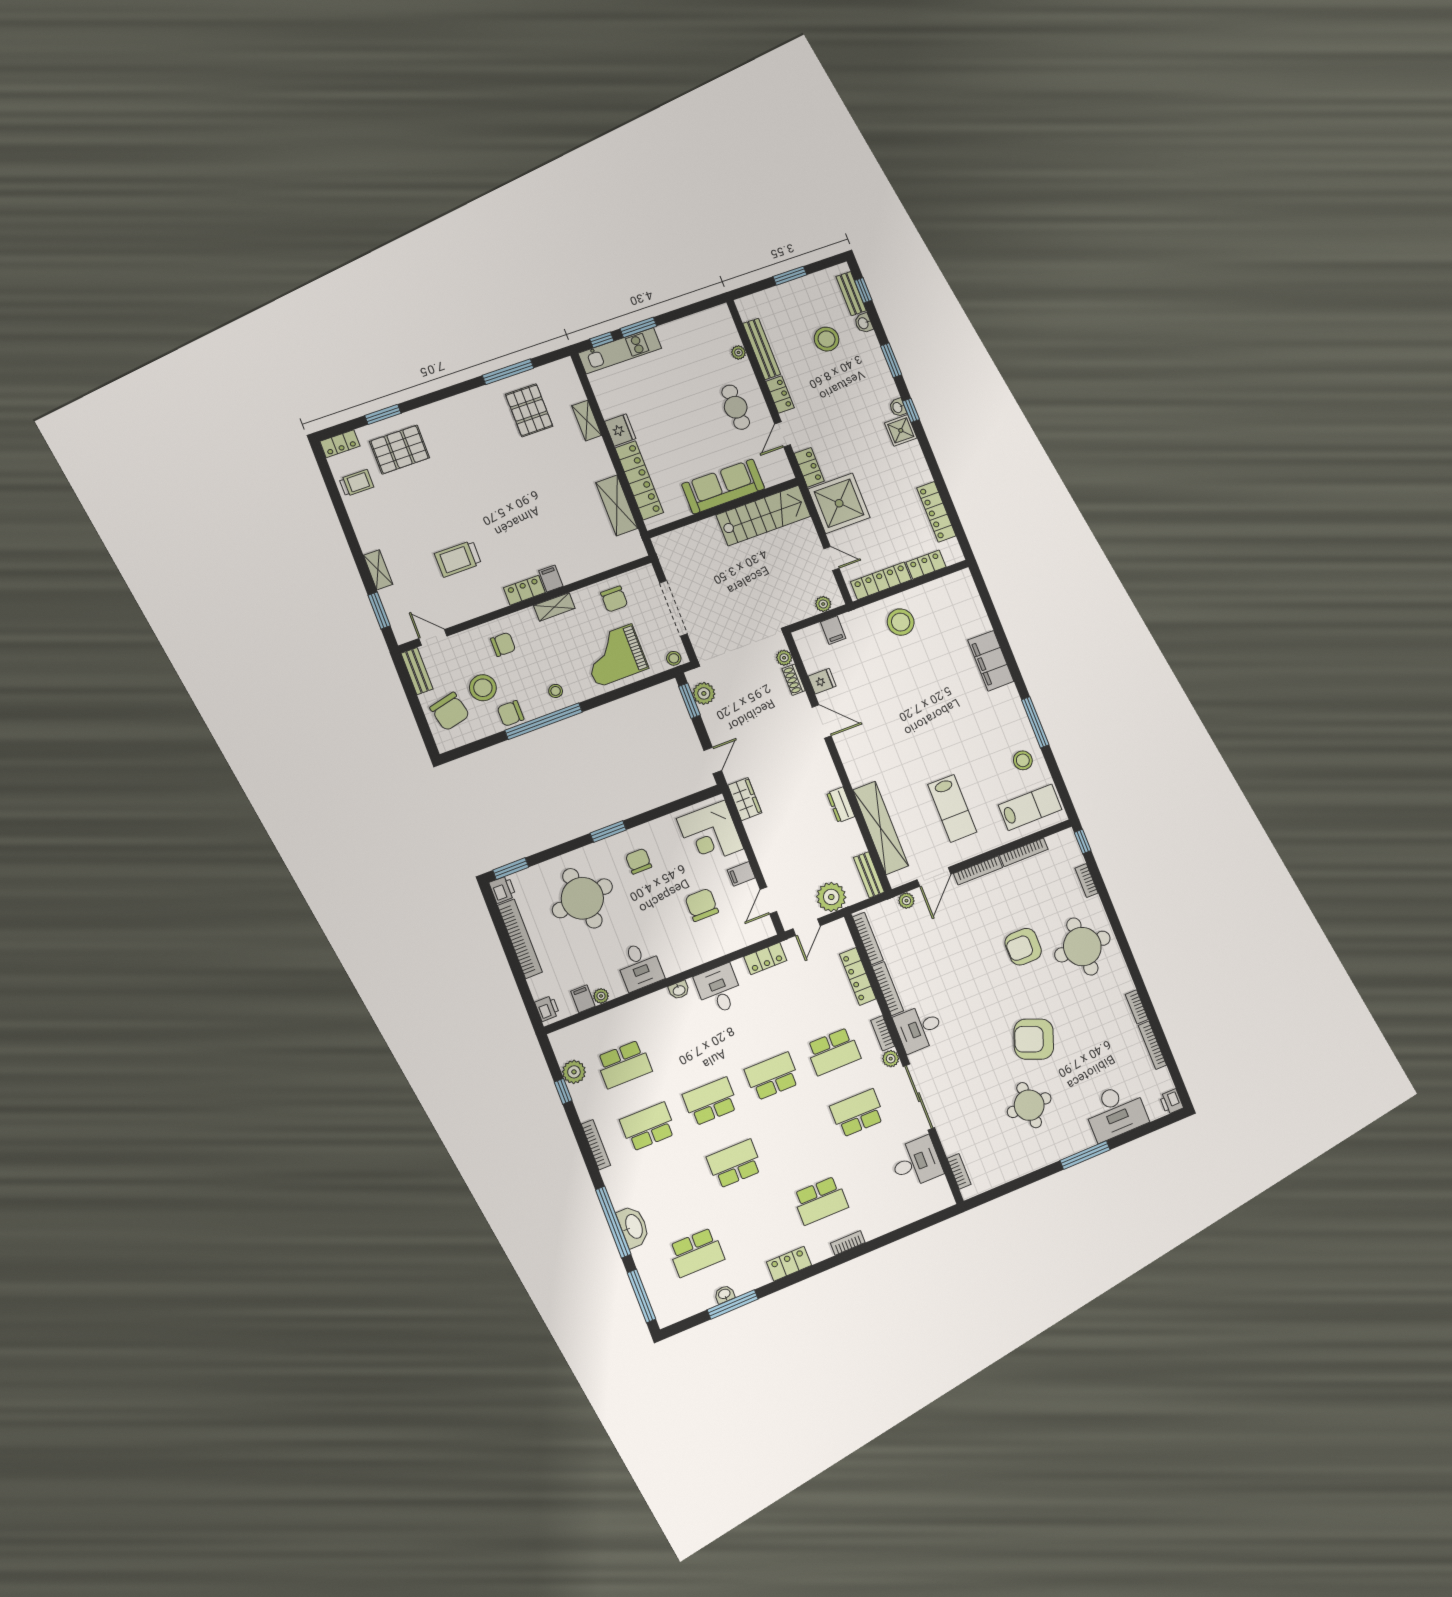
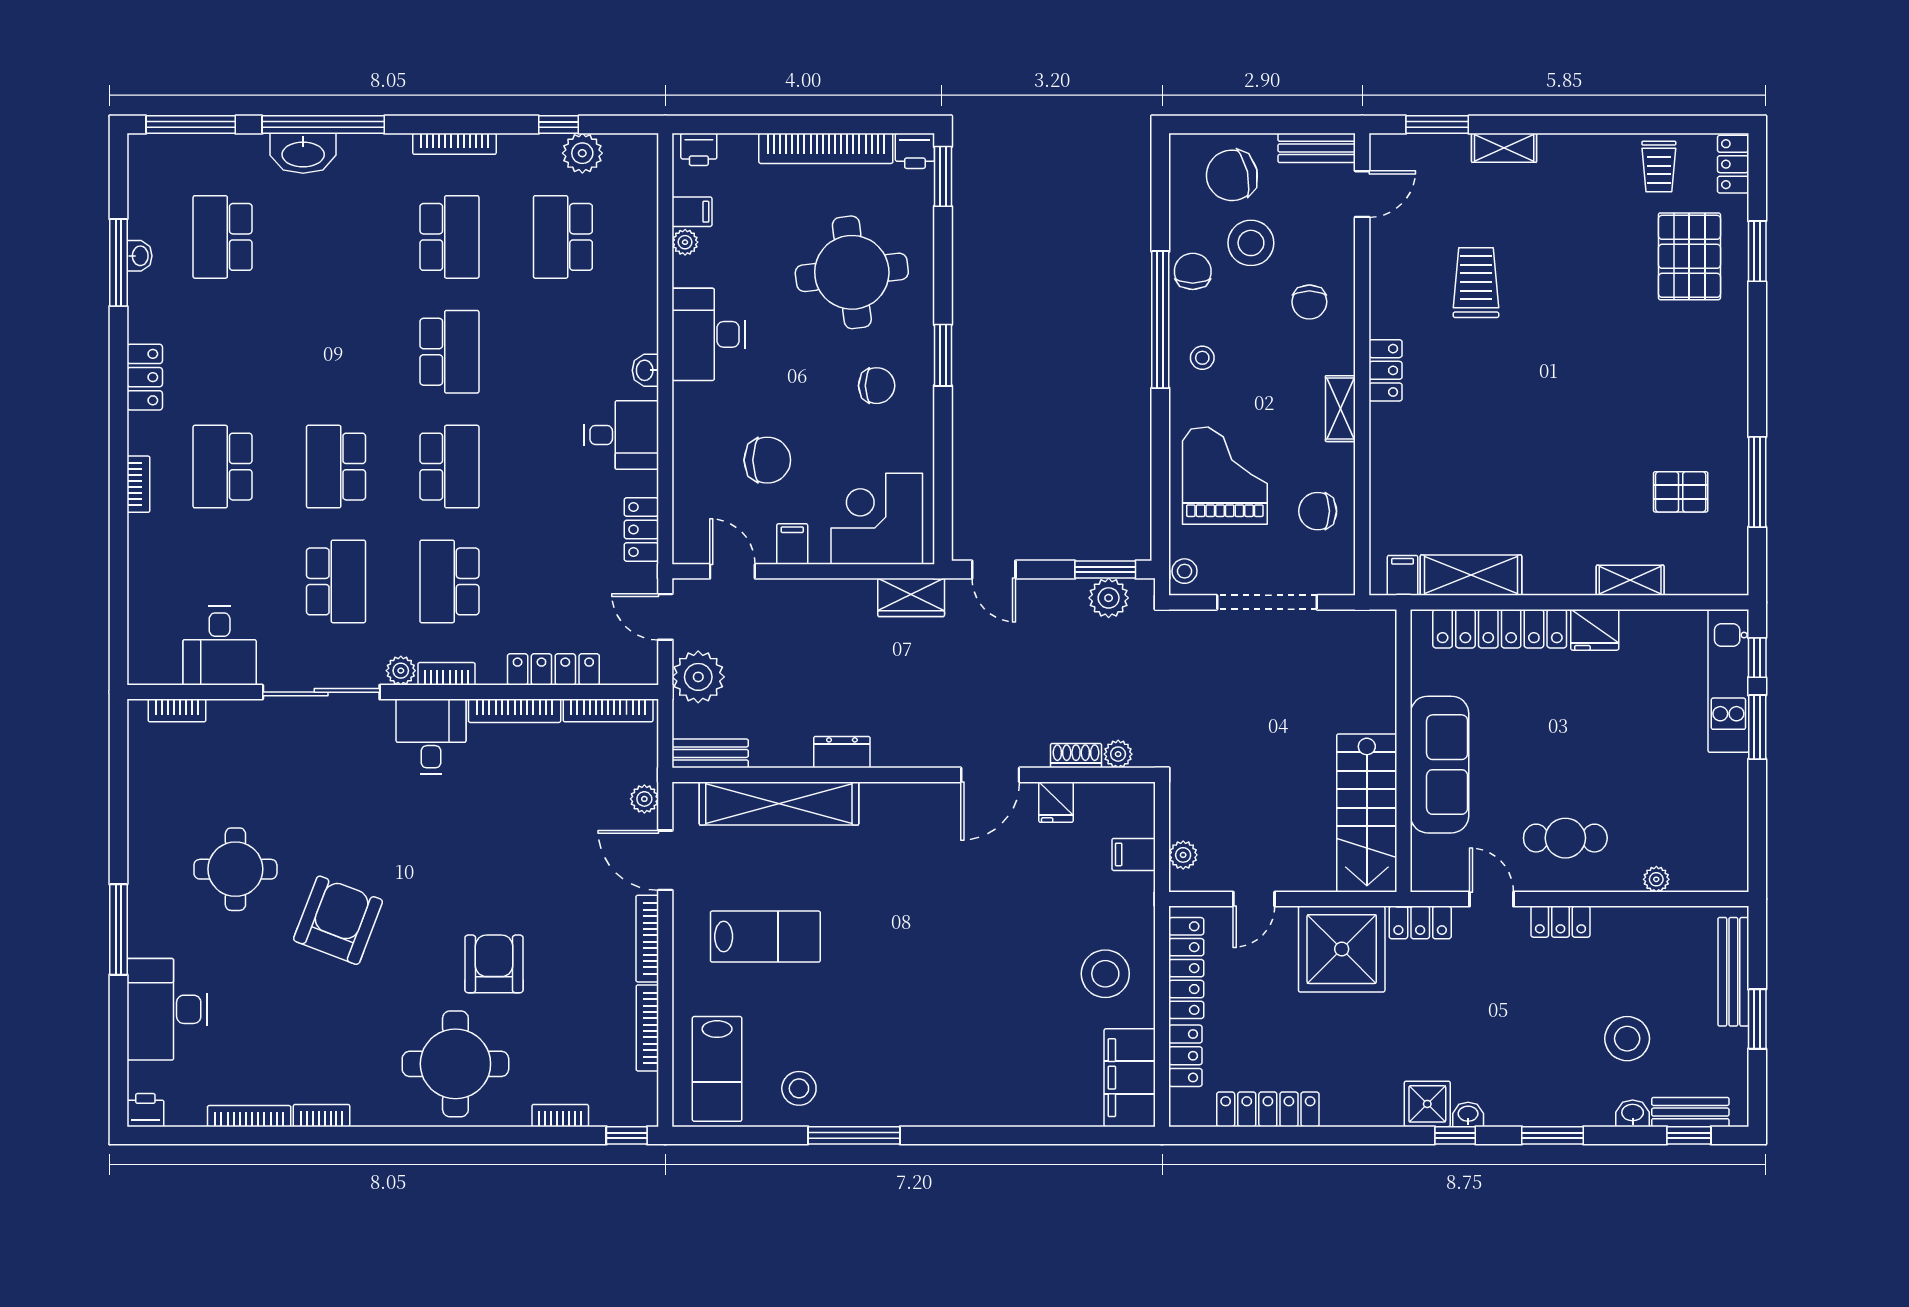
bench: (762, 349) -> (1733, 972), moved, turned 90
pallet: (529, 410) -> (1681, 492), width x0.67, depth x0.71
filing cabinet: (551, 578) -> (1403, 575), moved, turned -90
filing cabinet: (991, 661) -> (1130, 1078), moved, turned -90
lab bench: (952, 808) -> (765, 937), turned 180
desk: (639, 966) -> (708, 334), width x1.37
school desk: (735, 1164) -> (336, 467), moved, turned 180

